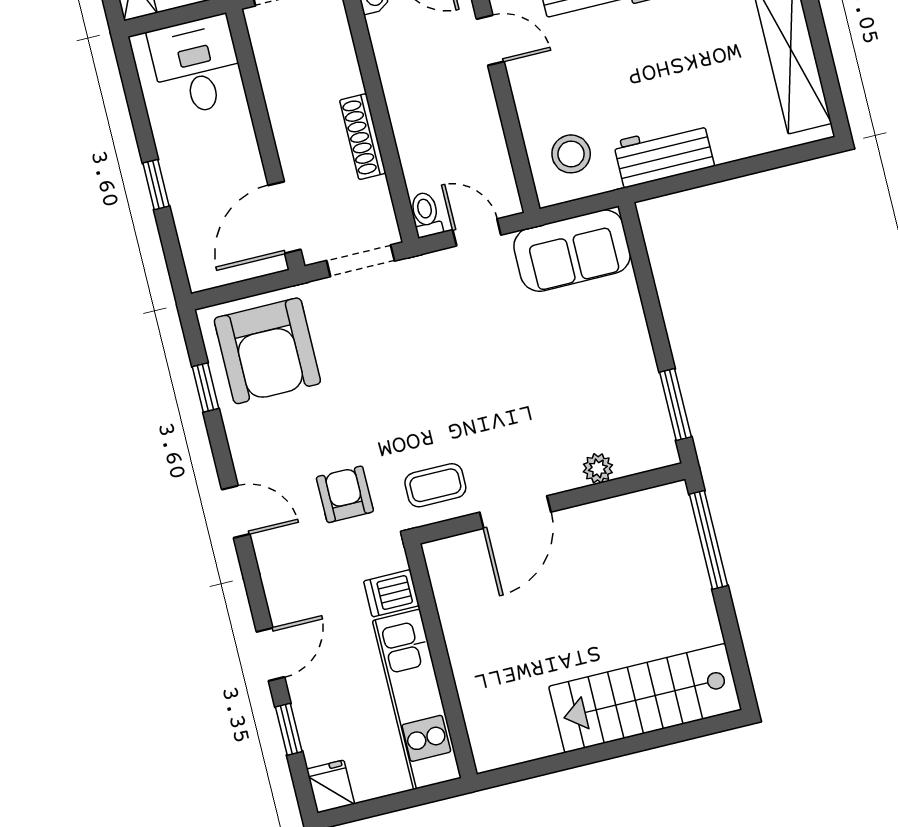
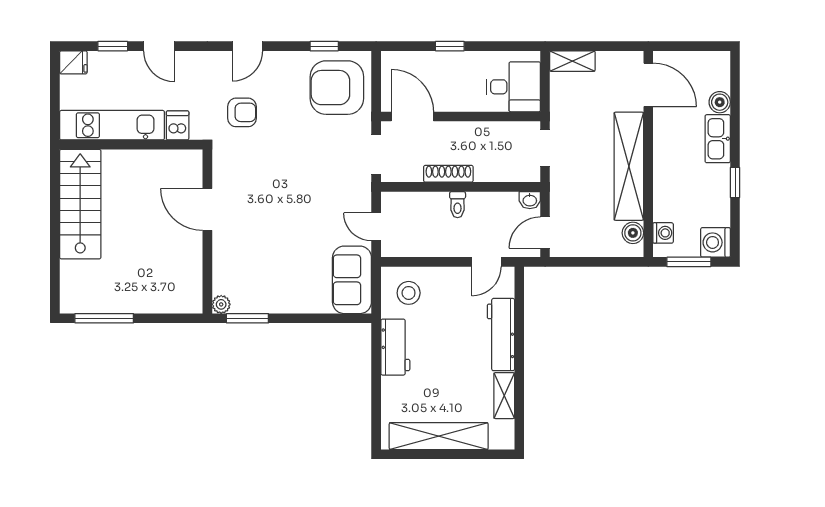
toilet: (426, 214) -> (458, 205), moved, turned 90
door: (477, 232) -> (376, 227), swing flipped
plant: (598, 468) -> (221, 304), moved
coffee table: (435, 485) -> (234, 167), removed
window: (708, 540) -> (104, 318), moved
stairs: (645, 698) -> (80, 204), moved

